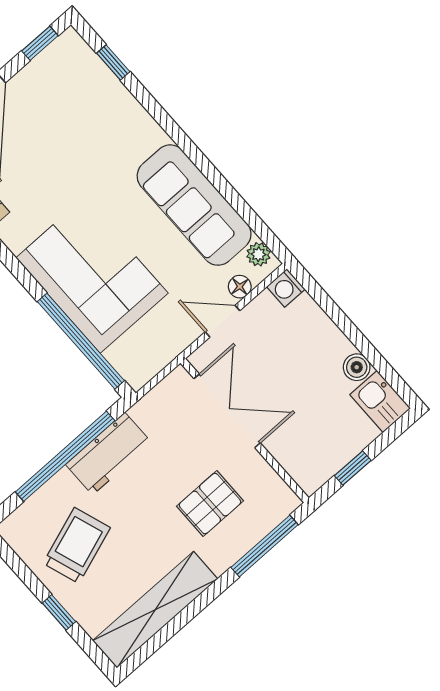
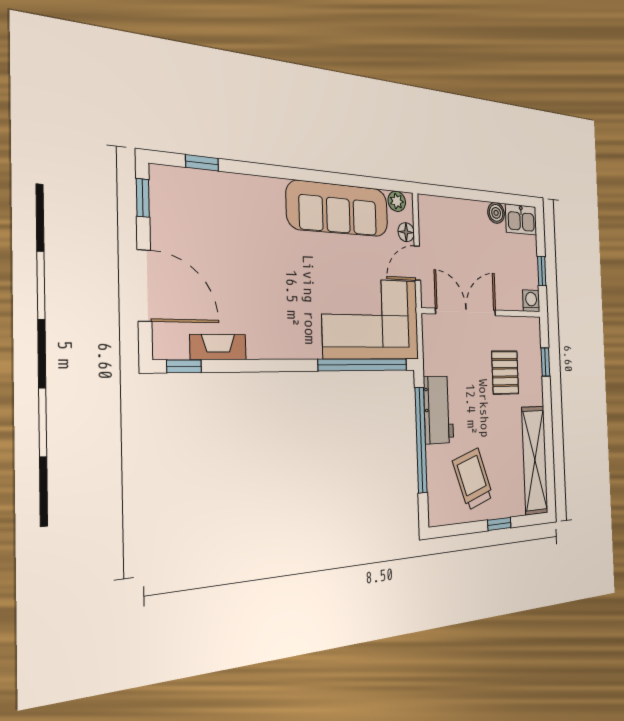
corner sofa: (92, 275) -> (371, 319), moved
washing machine: (286, 288) -> (531, 301), moved, turned 180
window: (265, 546) -> (545, 362), width x0.46

